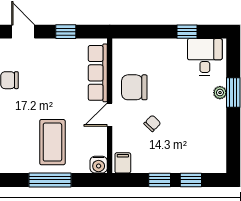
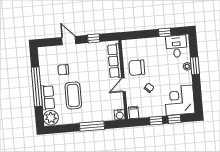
coffee table: (52, 142) -> (73, 95), moved
corner desk: (202, 149) -> (179, 100), added

